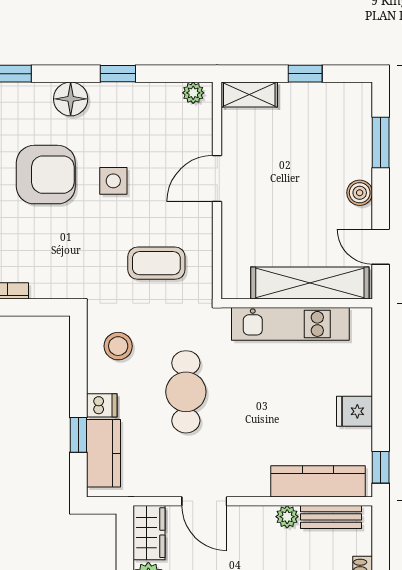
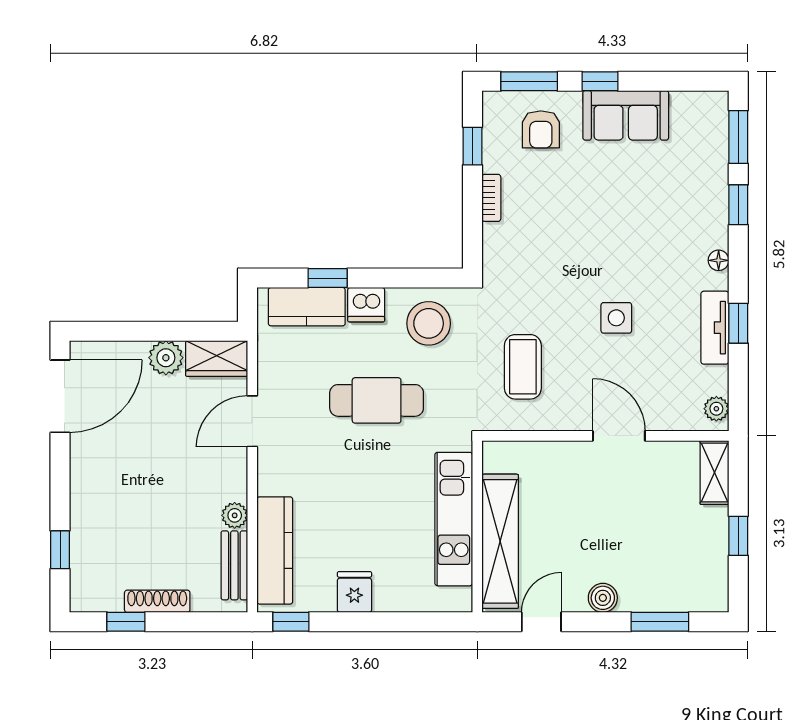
tv unit: (122, 94) -> (715, 328), added
floor lamp: (71, 99) -> (719, 260), width x0.53, depth x0.53
armchair: (46, 175) -> (623, 241), removed
stool: (118, 346) -> (429, 323), width x1.38, depth x1.38
dishwasher: (102, 405) -> (366, 305), width x1.38

